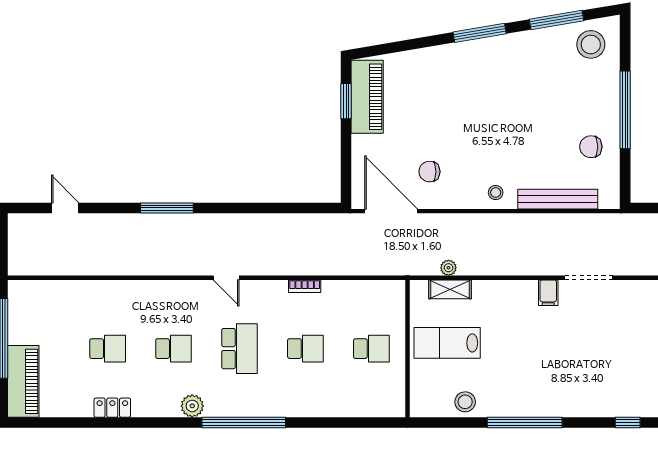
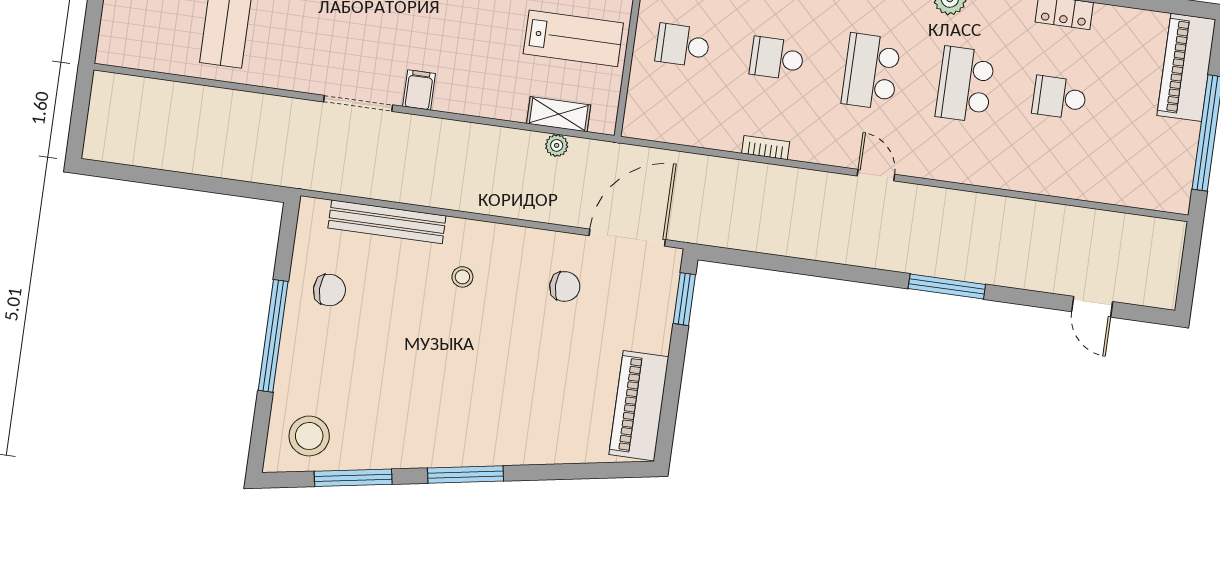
window: (346, 101) -> (684, 299), moved
stool: (496, 193) -> (462, 277), moved
door: (391, 211) -> (627, 238), swing flipped
school desk: (174, 349) -> (965, 84), width x1.85

